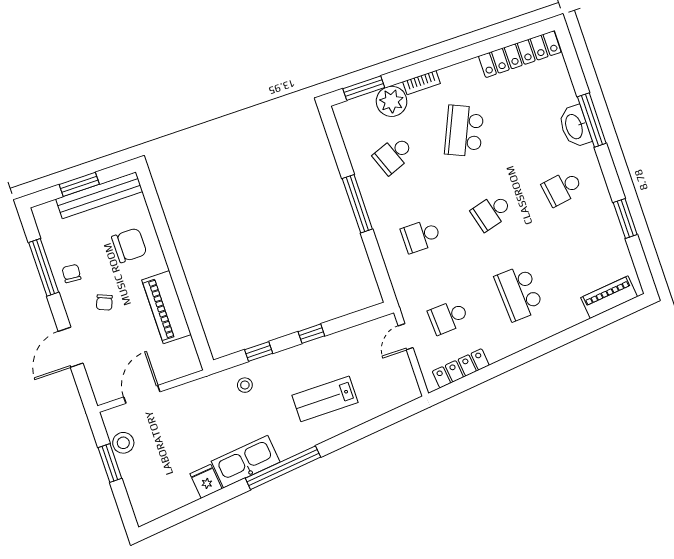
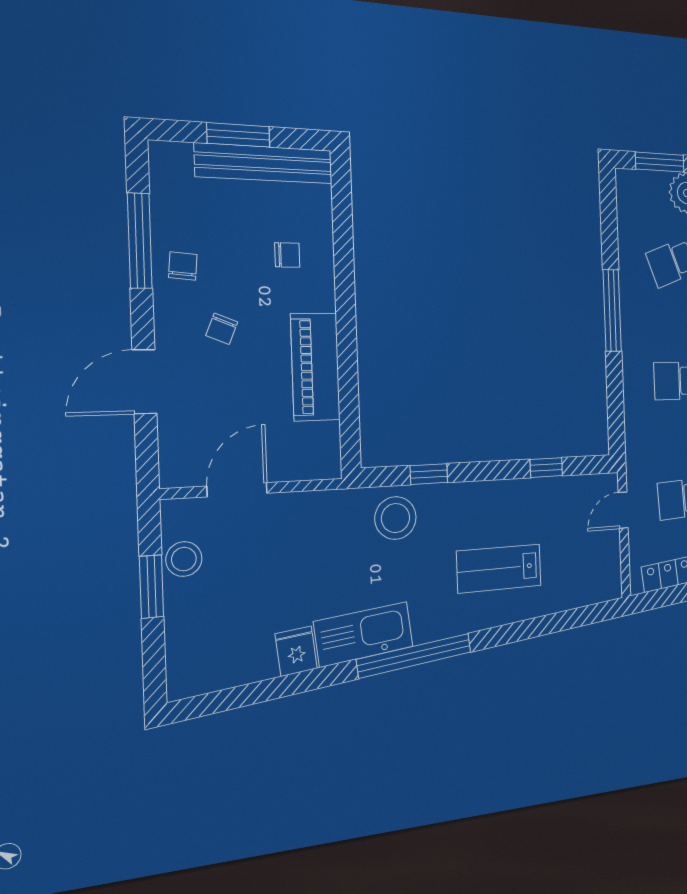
chair: (129, 245) -> (287, 255), width x0.54, depth x0.54
window: (311, 334) -> (546, 468), moved
stool: (245, 385) -> (396, 518), width x1.89, depth x1.89

